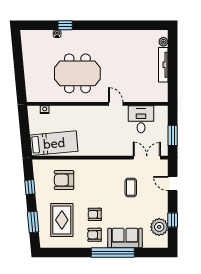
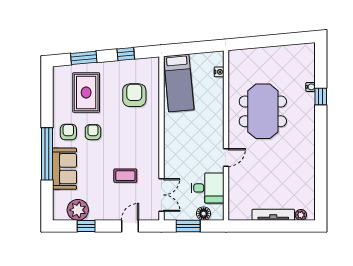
floor lamp: (162, 123) -> (204, 214), added
rug: (62, 220) -> (86, 92), turned 90

